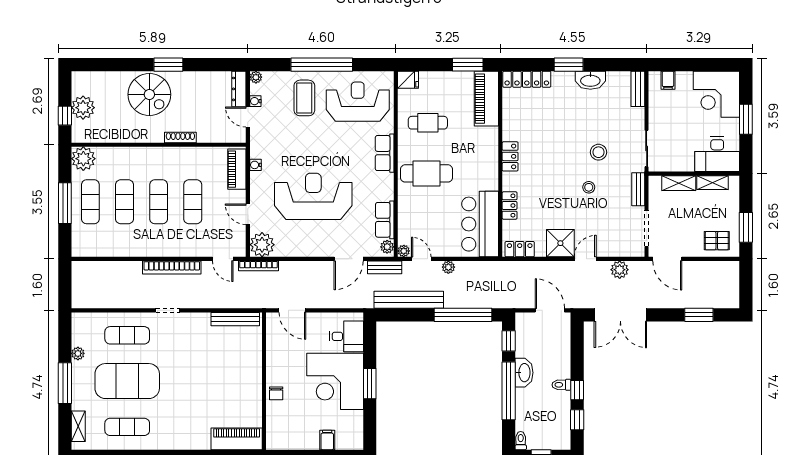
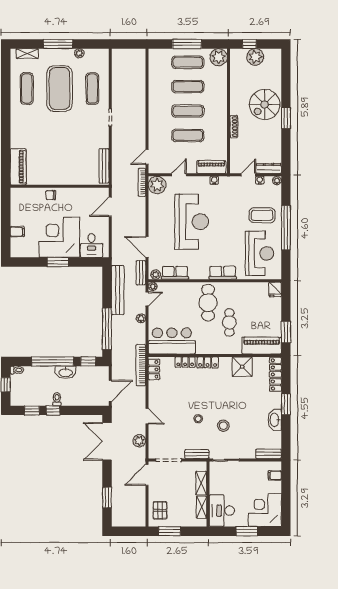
cafe table: (428, 123) -> (229, 322), moved
locker: (510, 156) -> (208, 362), moved
shower: (560, 243) -> (242, 367), moved
bookcase: (172, 267) -> (141, 365), moved

